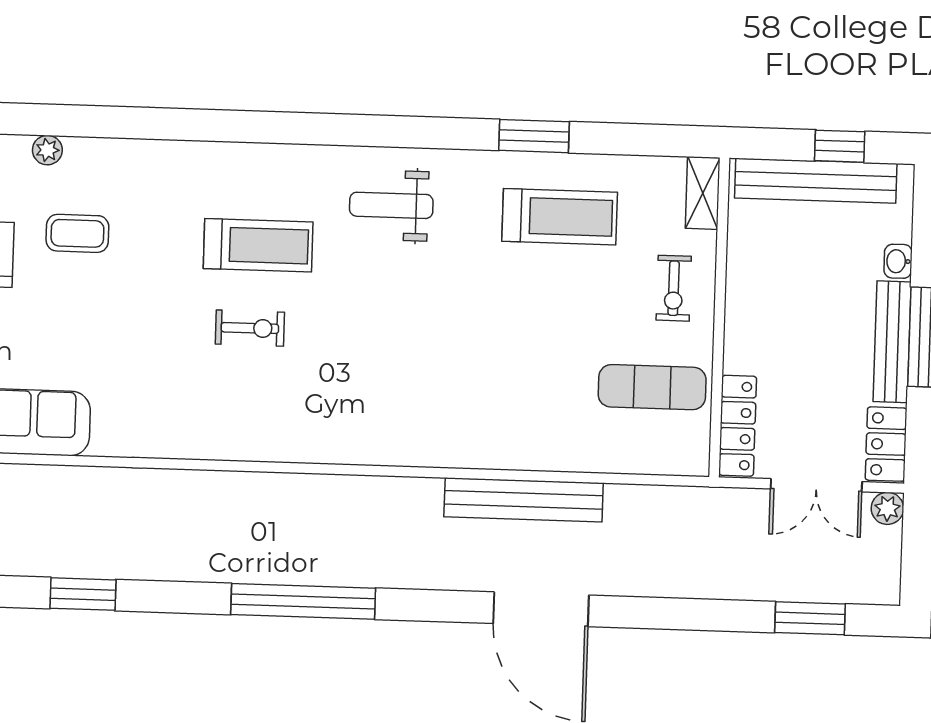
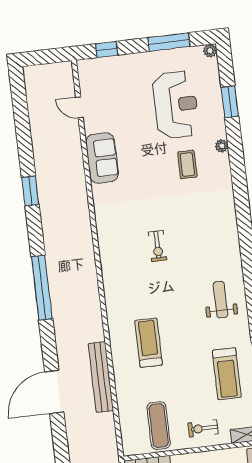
treadmill: (258, 245) -> (149, 343), moved, turned 180

